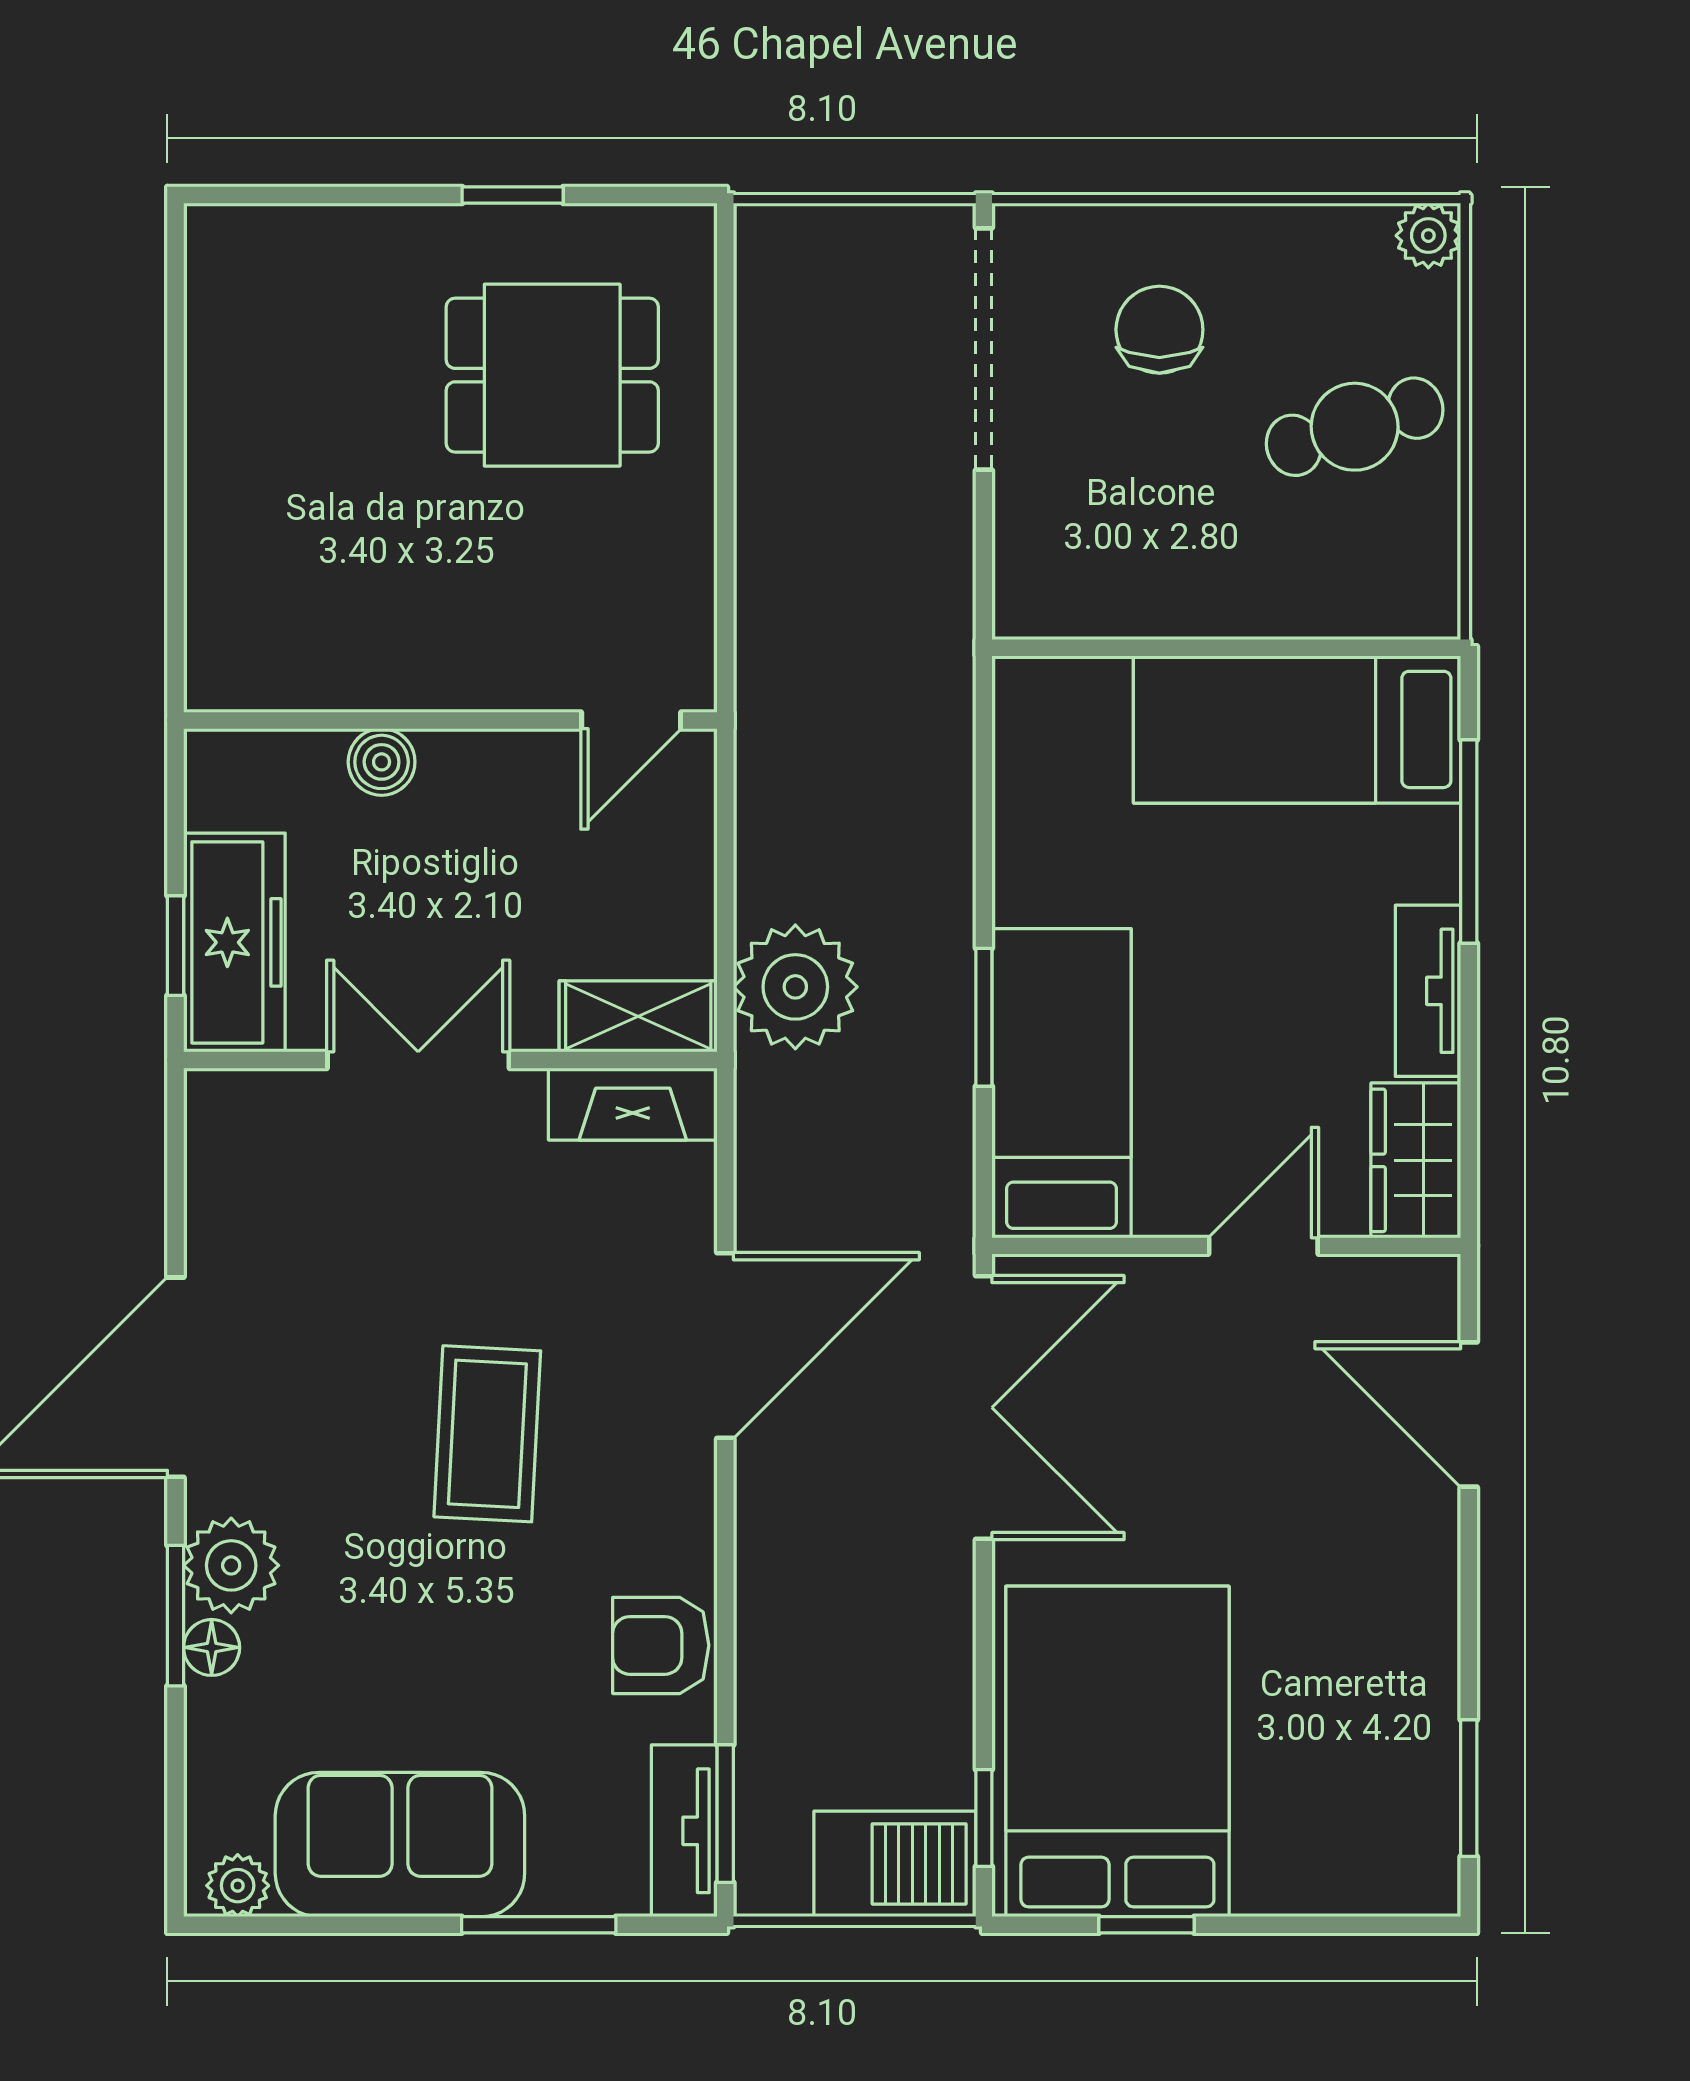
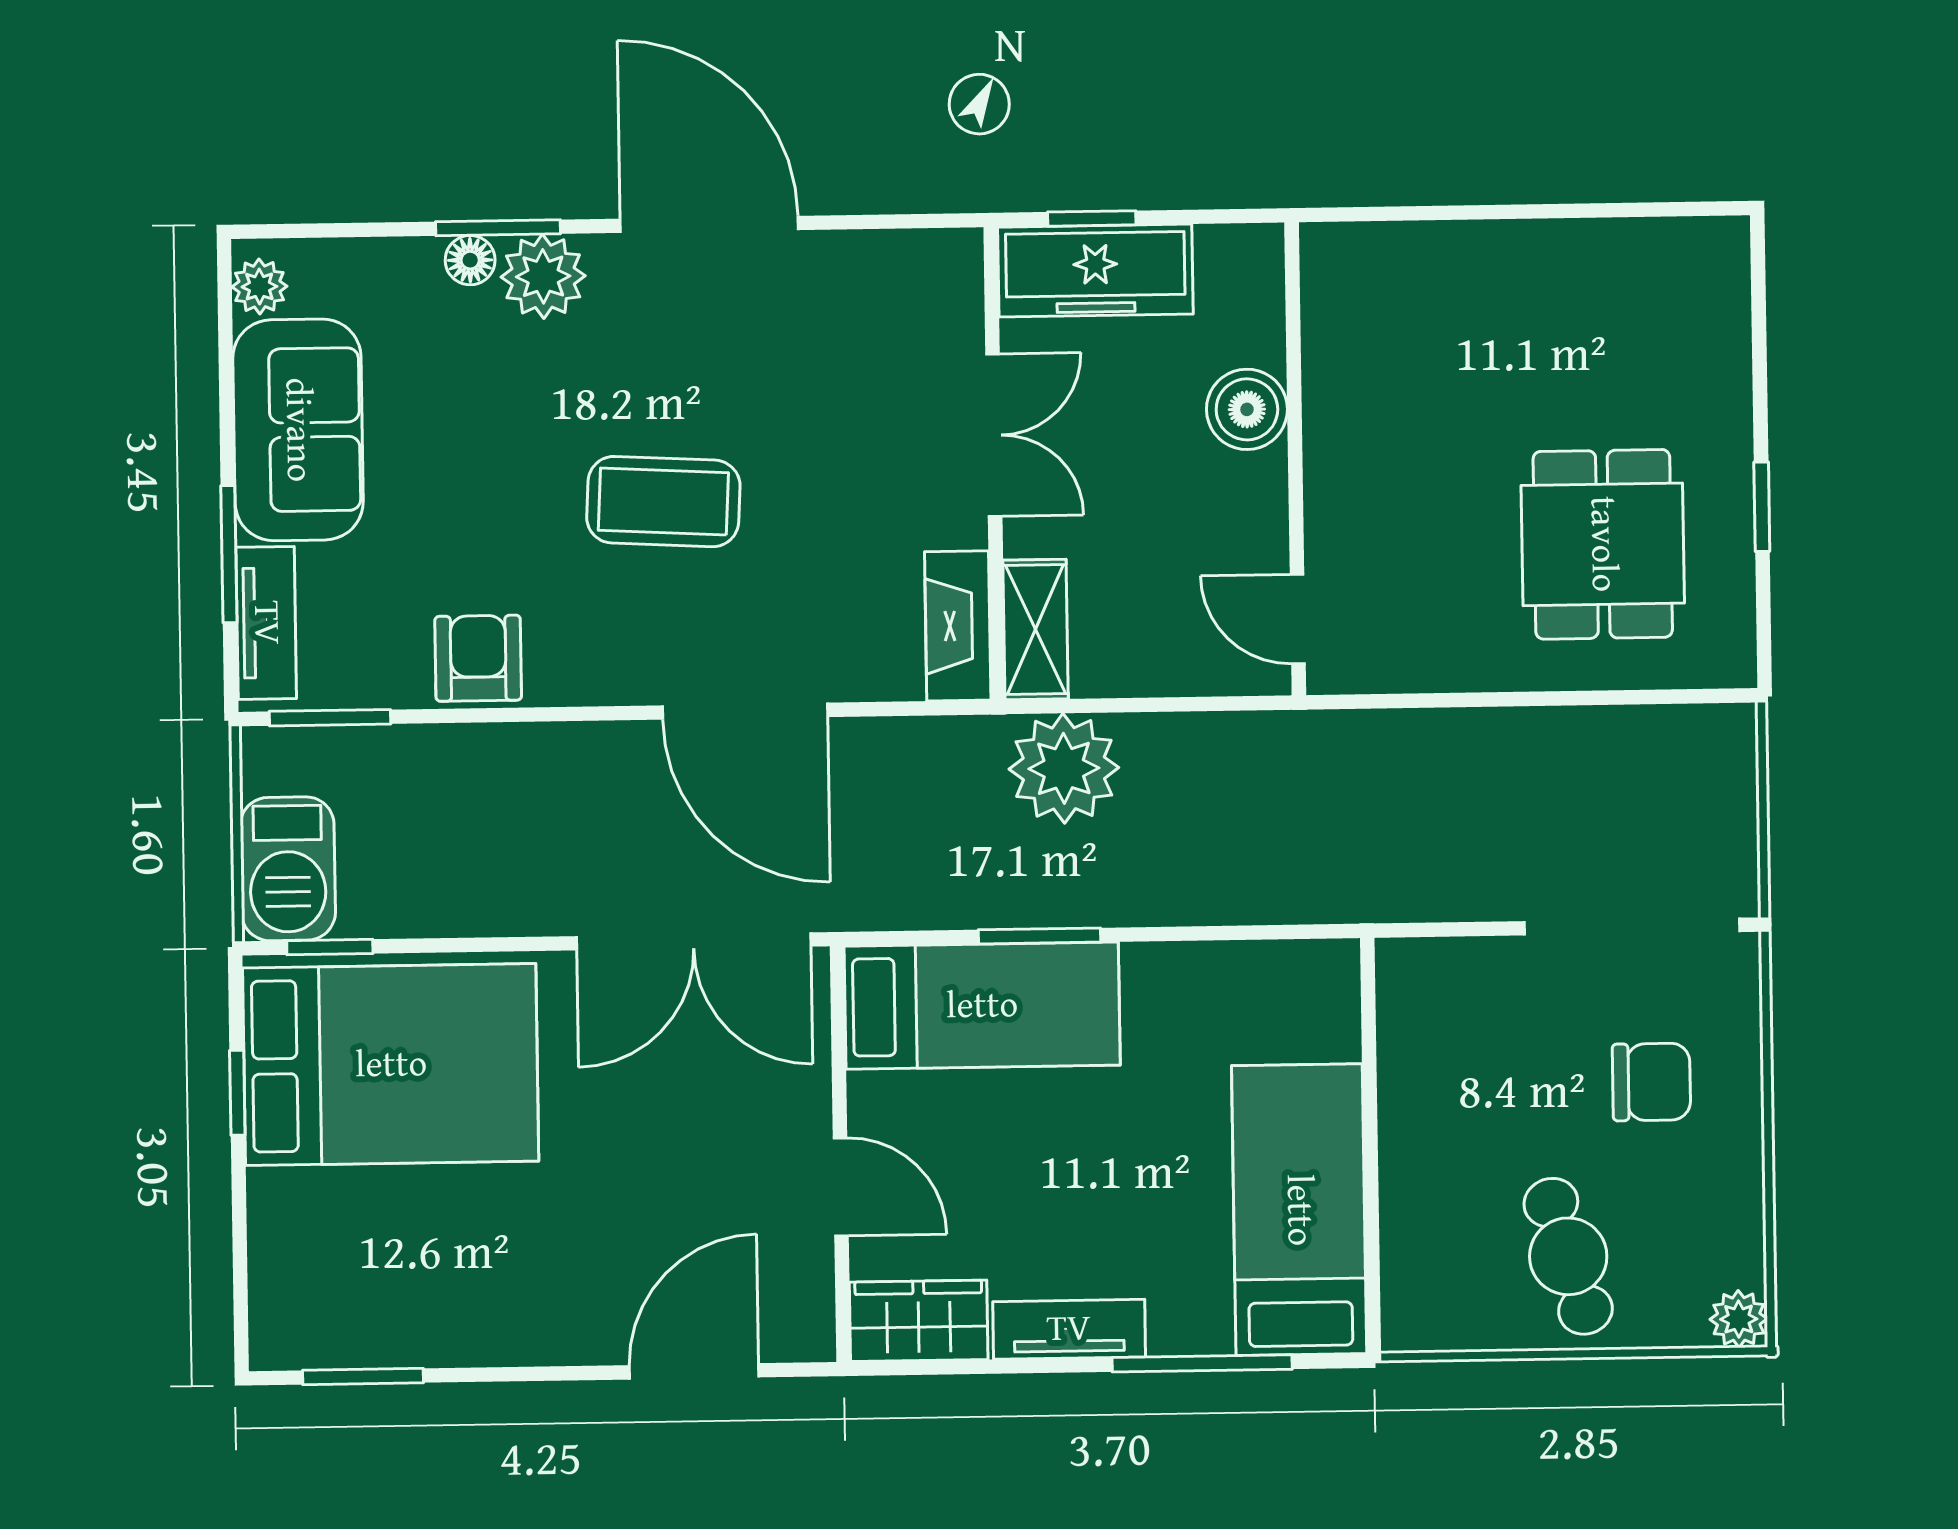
boiler: (382, 762) -> (1247, 409), width x1.36, depth x1.36
tv unit: (684, 1831) -> (266, 623), moved, turned 90

